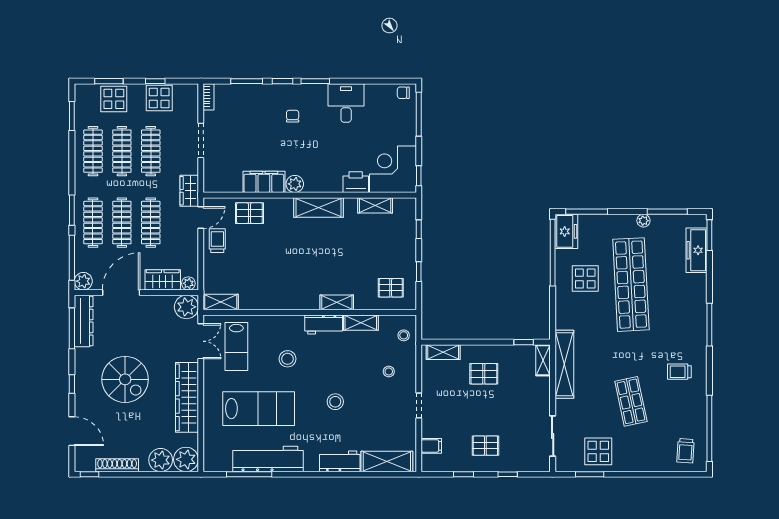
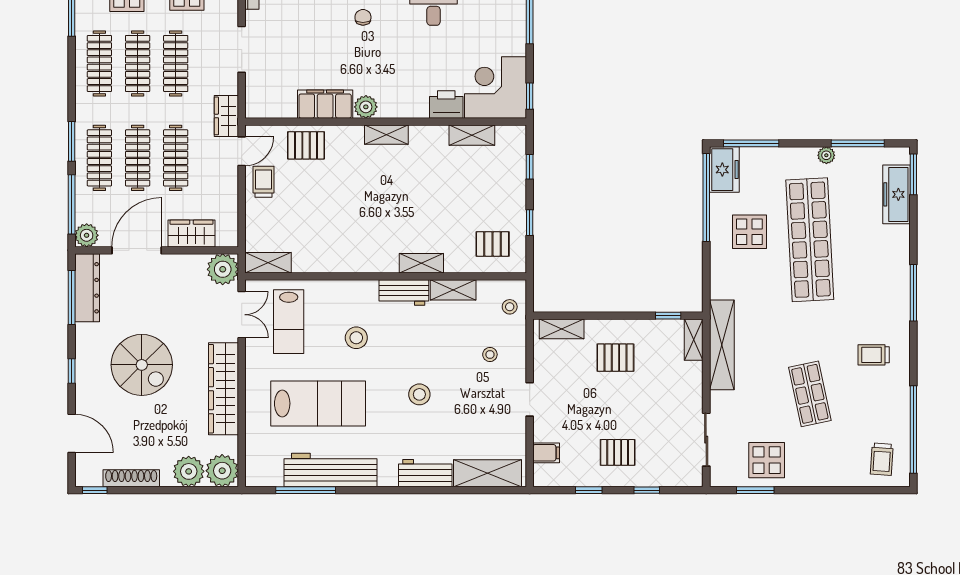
shelving: (319, 207) -> (386, 135), width x0.67, depth x0.75
plant: (188, 283) -> (225, 238), removed

